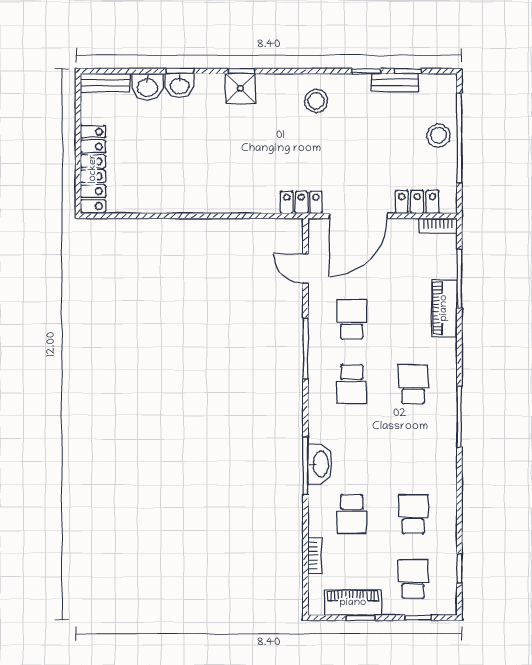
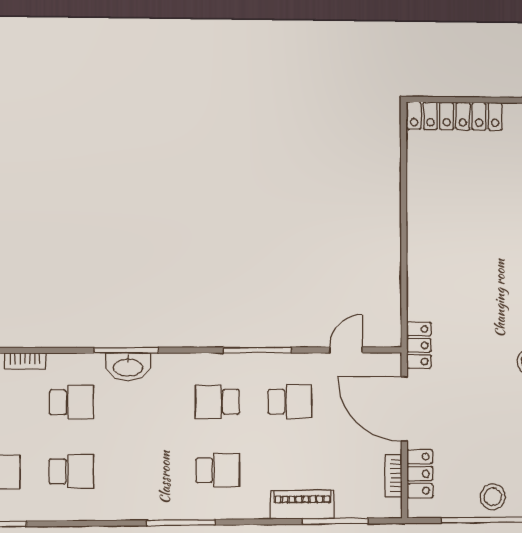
bookcase: (438, 226) -> (394, 476), moved
school desk: (352, 514) -> (72, 402), turned 180

